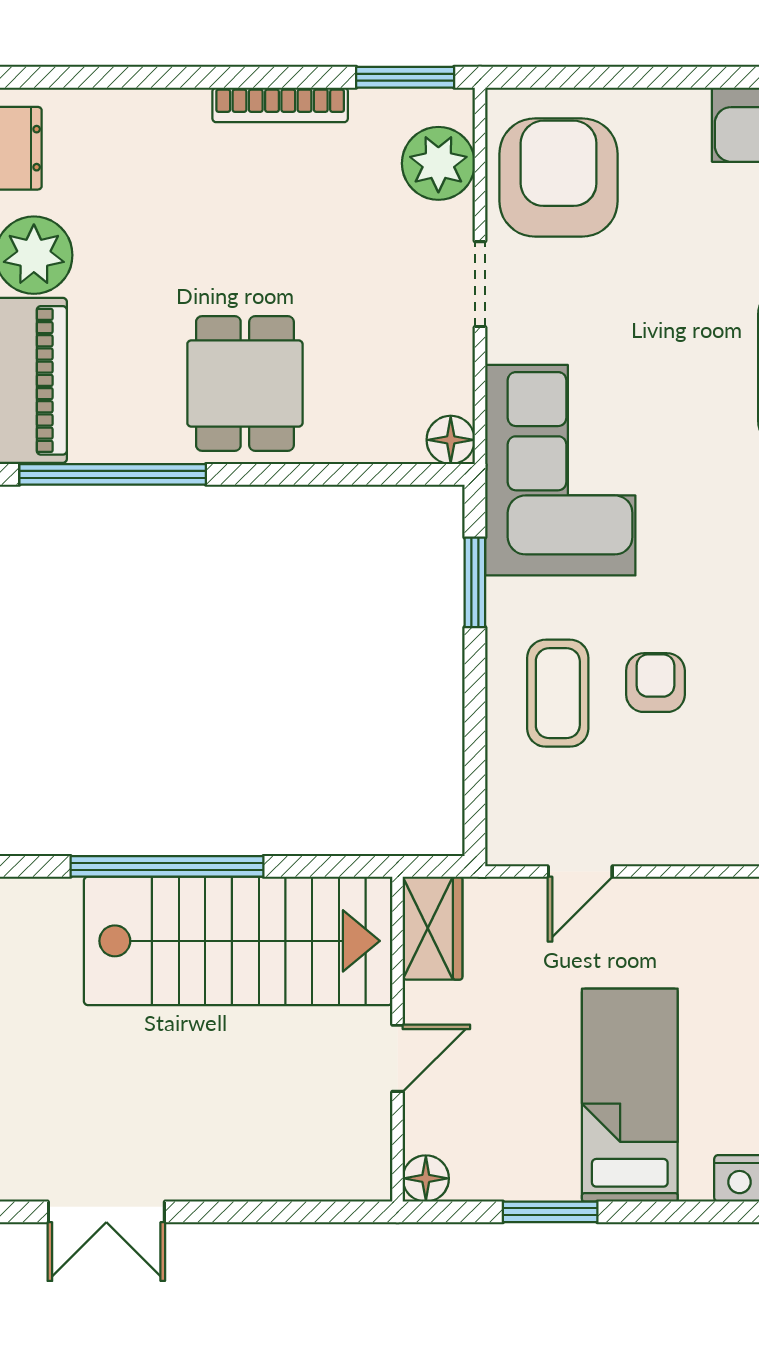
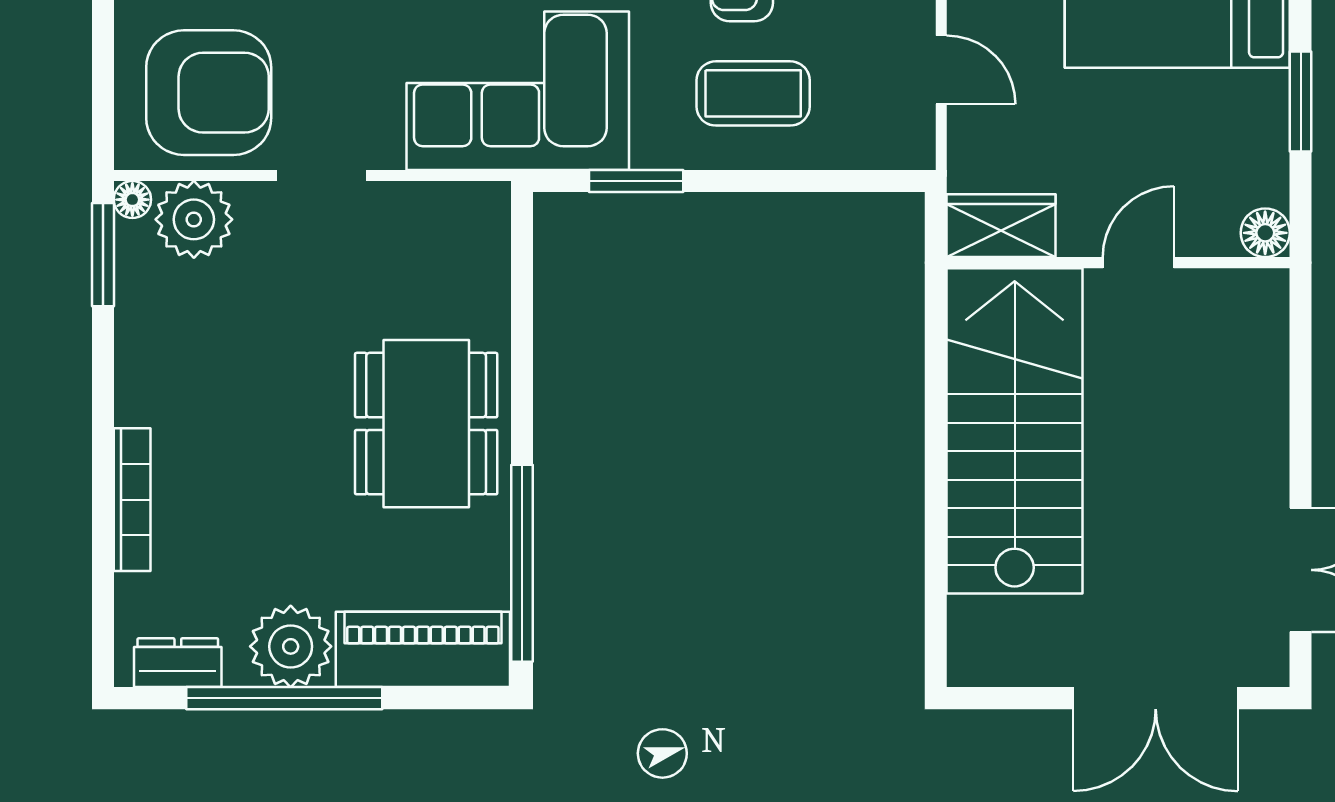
bookcase: (280, 105) -> (132, 500), moved
armchair: (559, 177) -> (209, 93), turned 180
dining table: (245, 383) -> (426, 424), width x1.37
floor lamp: (451, 440) -> (132, 200), moved, width x0.73, depth x0.73
window: (167, 866) -> (936, 506), removed
door: (397, 1058) -> (1138, 263), hinge flipped

